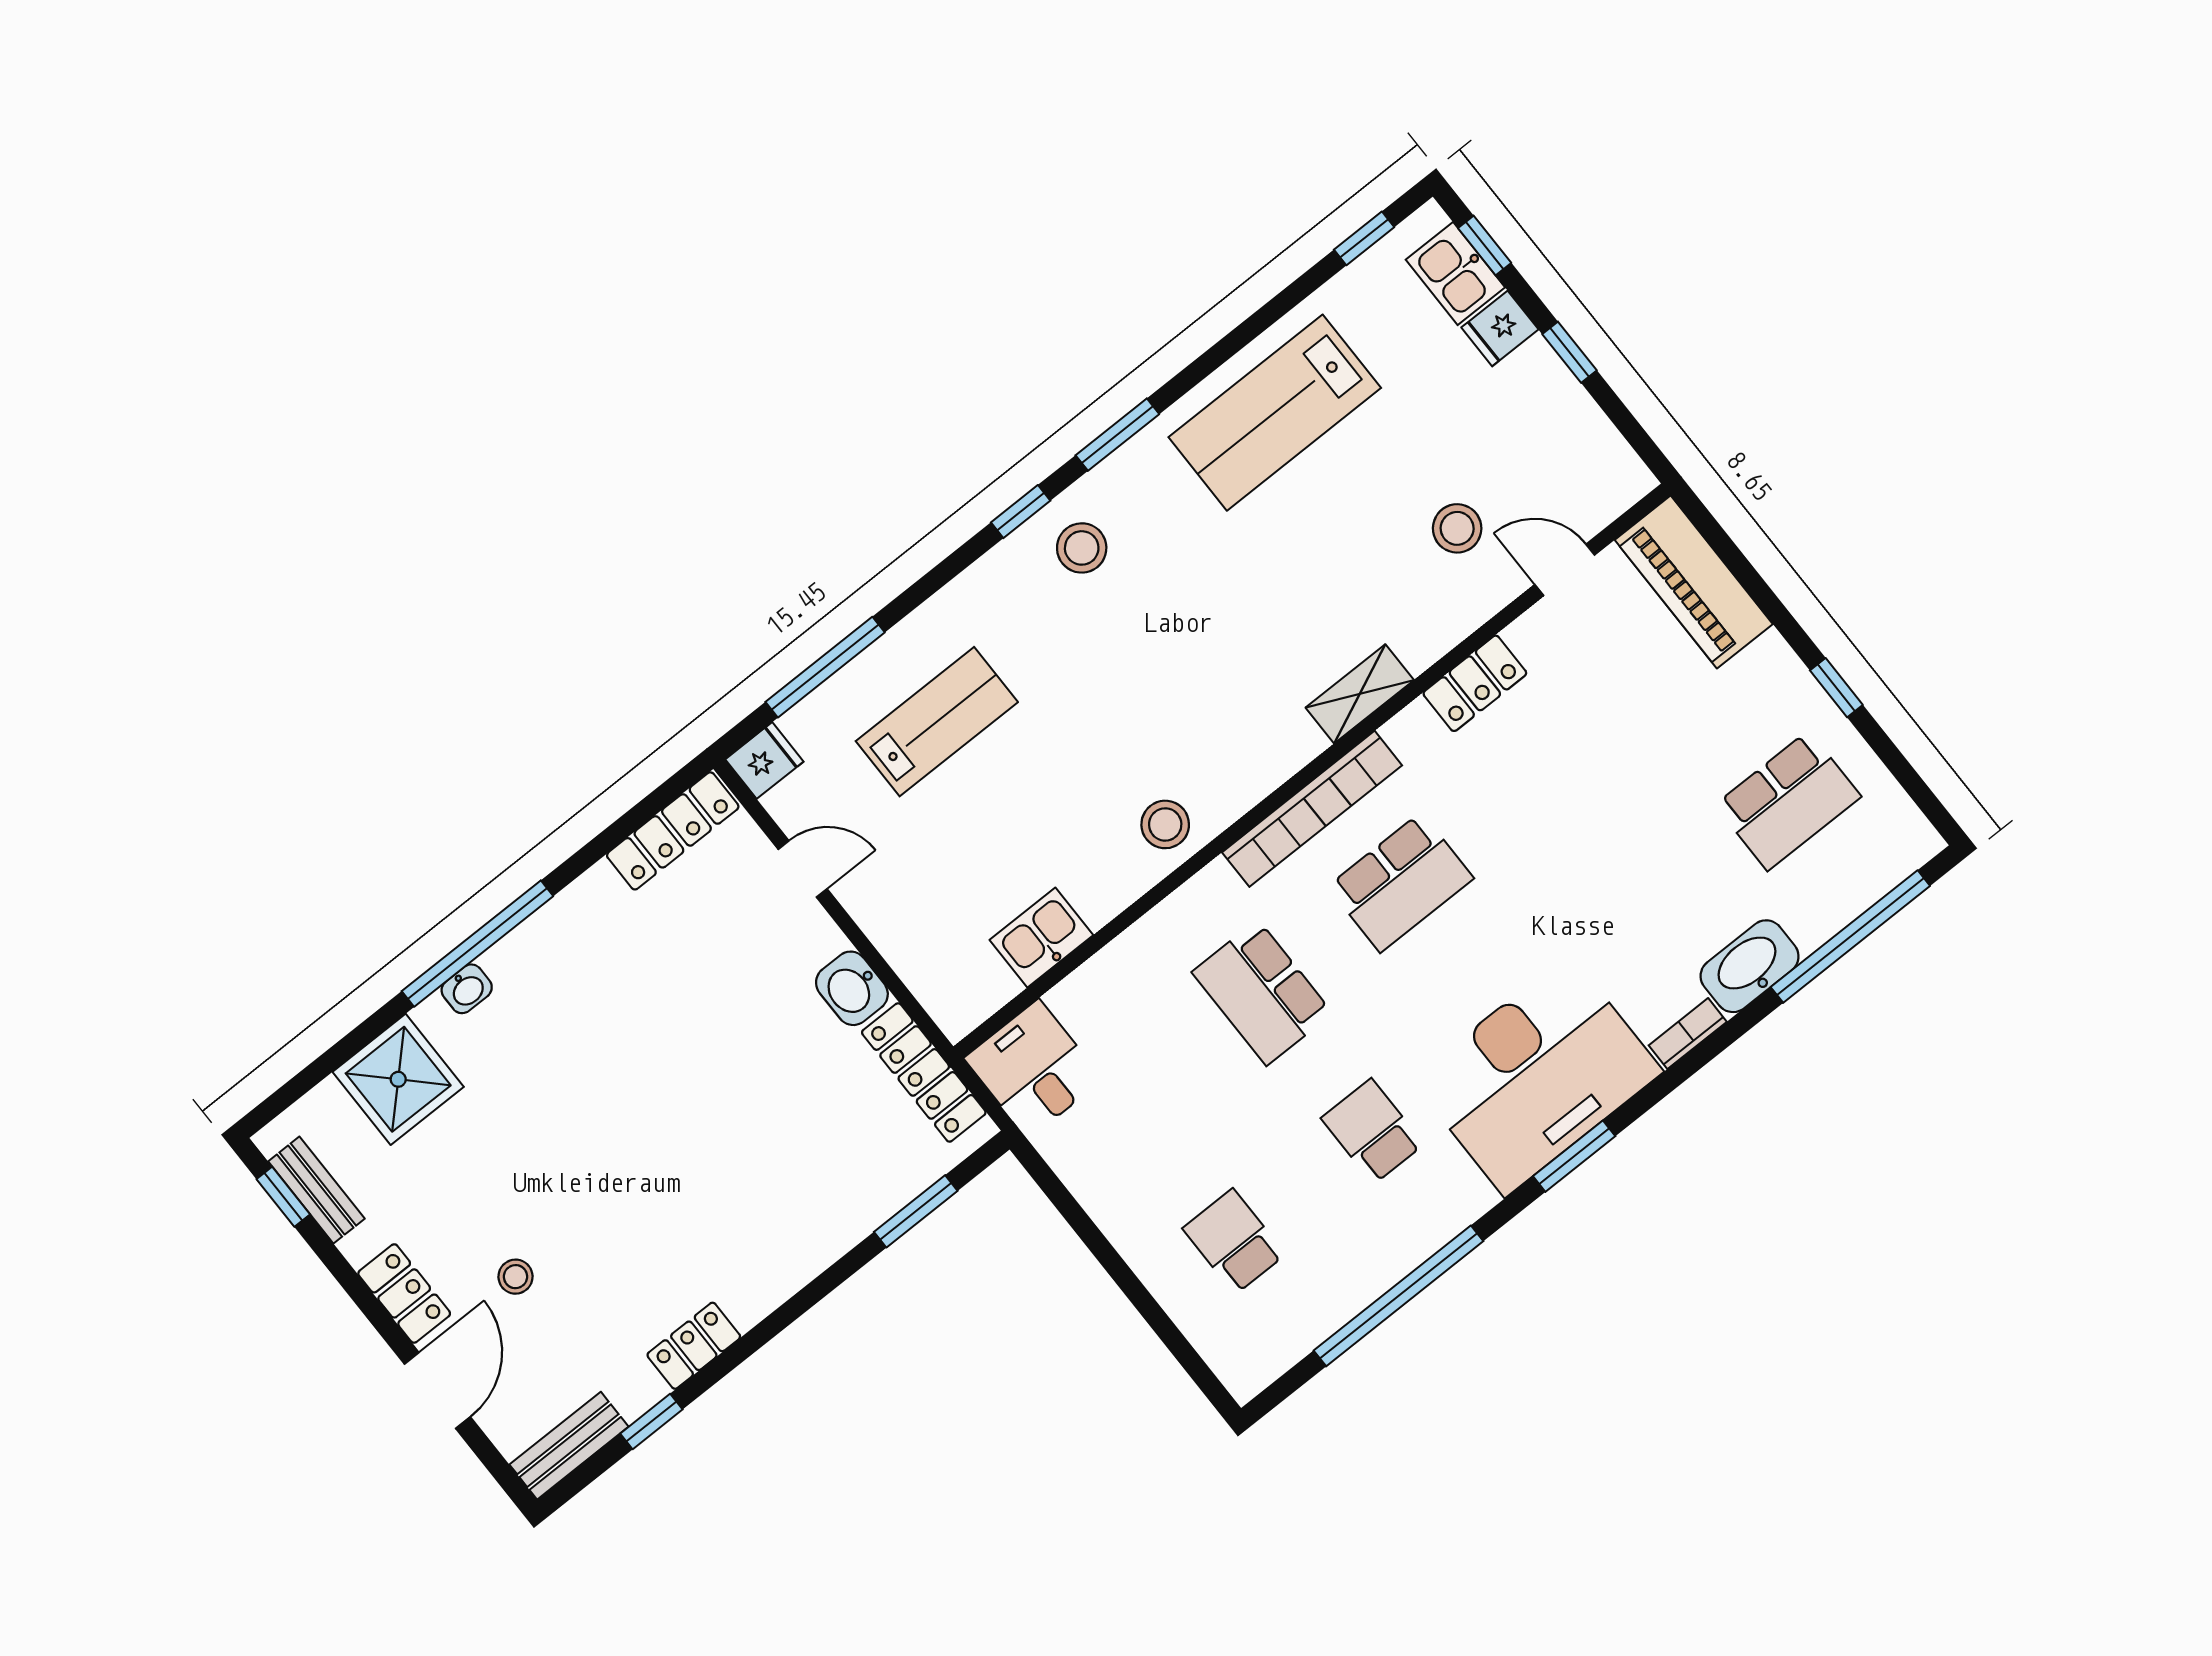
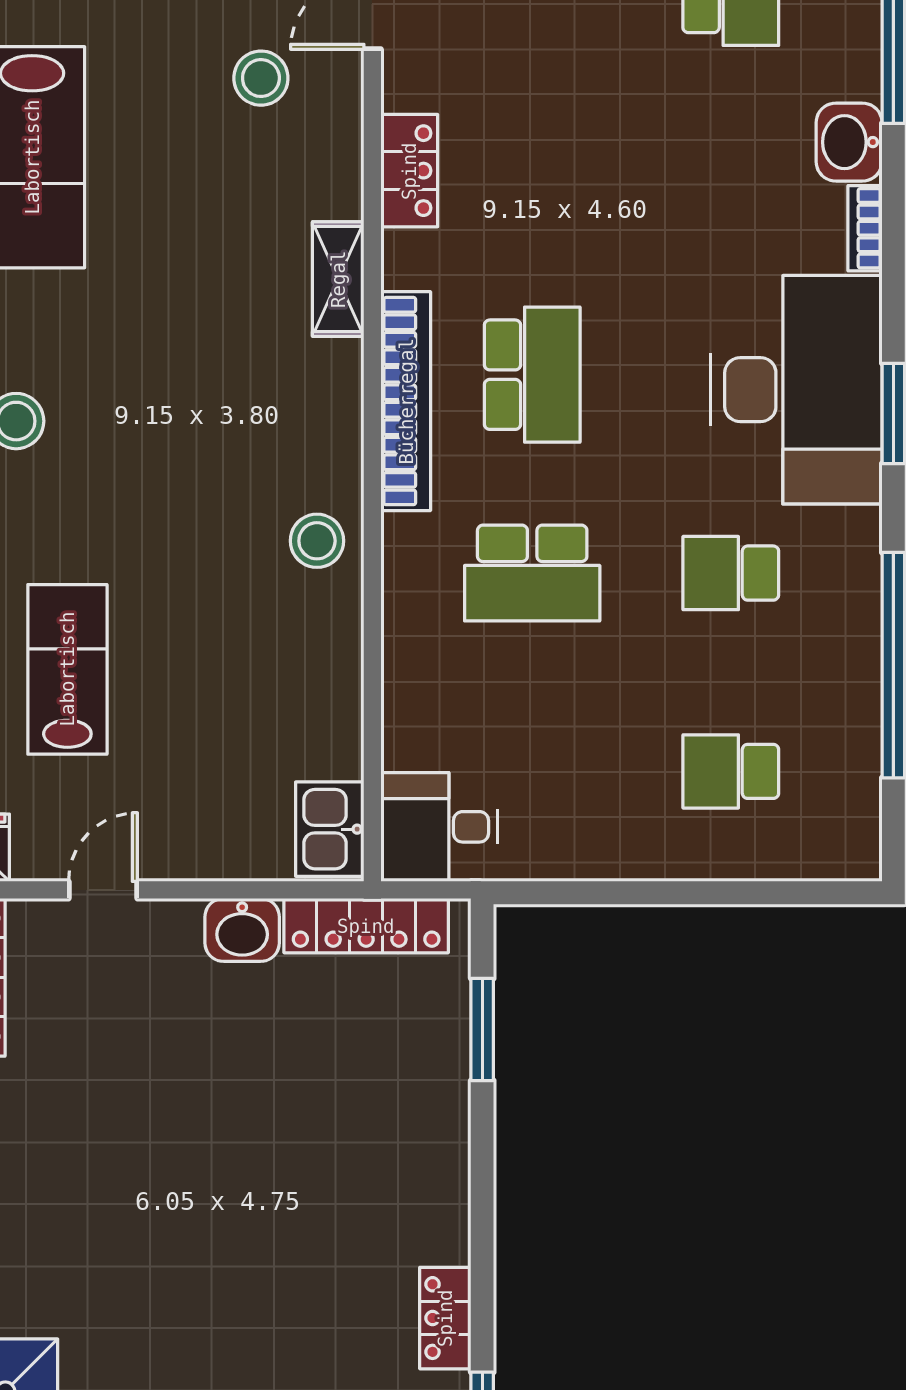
kitchen sink: (1041, 938) -> (330, 829), moved
washbasin: (1750, 966) -> (849, 142), width x0.72

